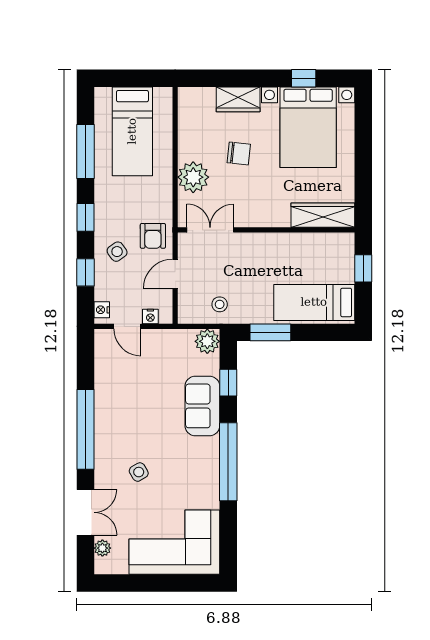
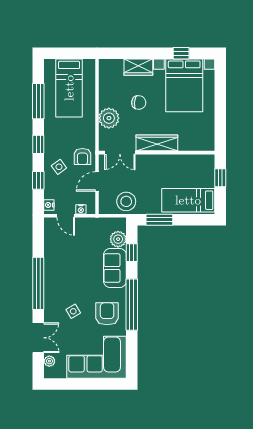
wardrobe: (323, 215) -> (157, 143), moved
double door: (210, 230) -> (120, 153), swing flipped
stool: (220, 304) -> (126, 201), width x1.89, depth x1.89
plant: (207, 341) -> (118, 239), moved
armchair: (190, 476) -> (107, 314), added

